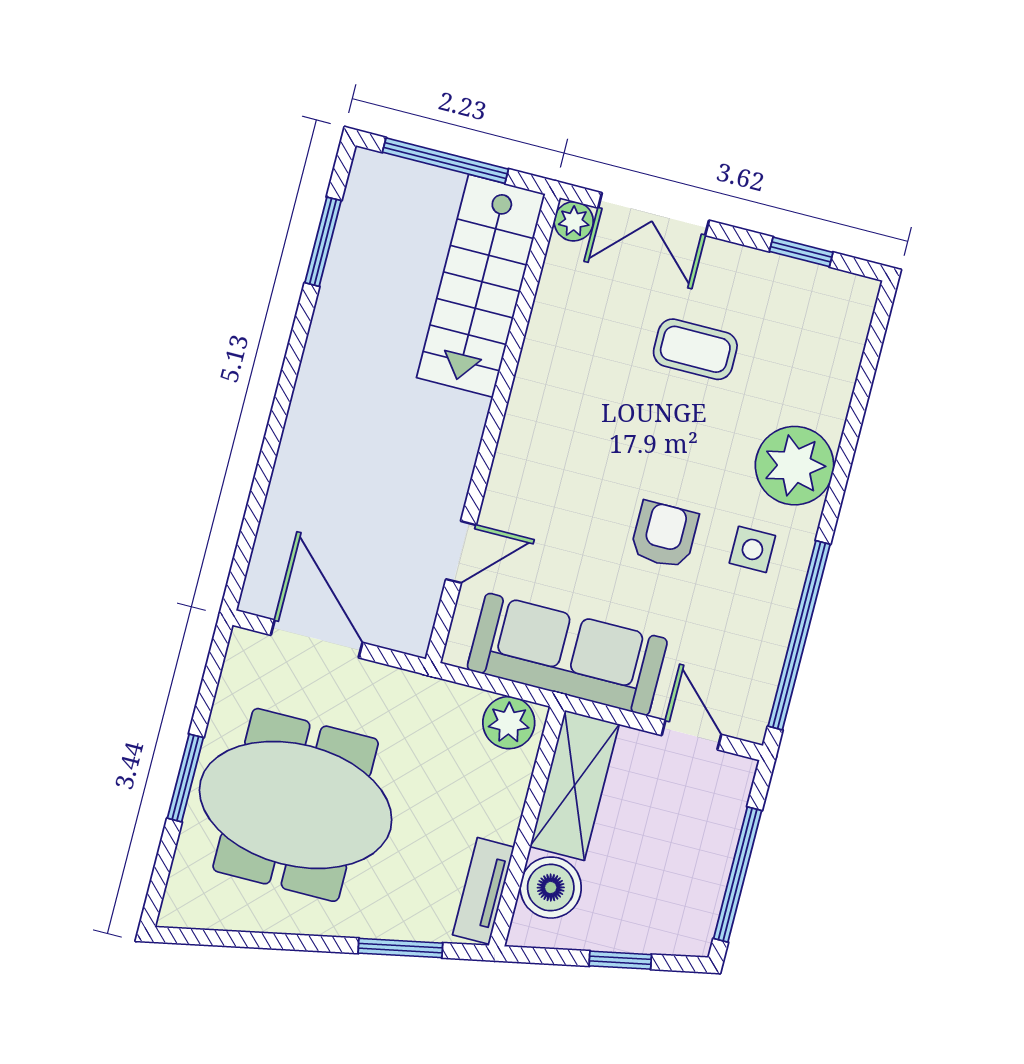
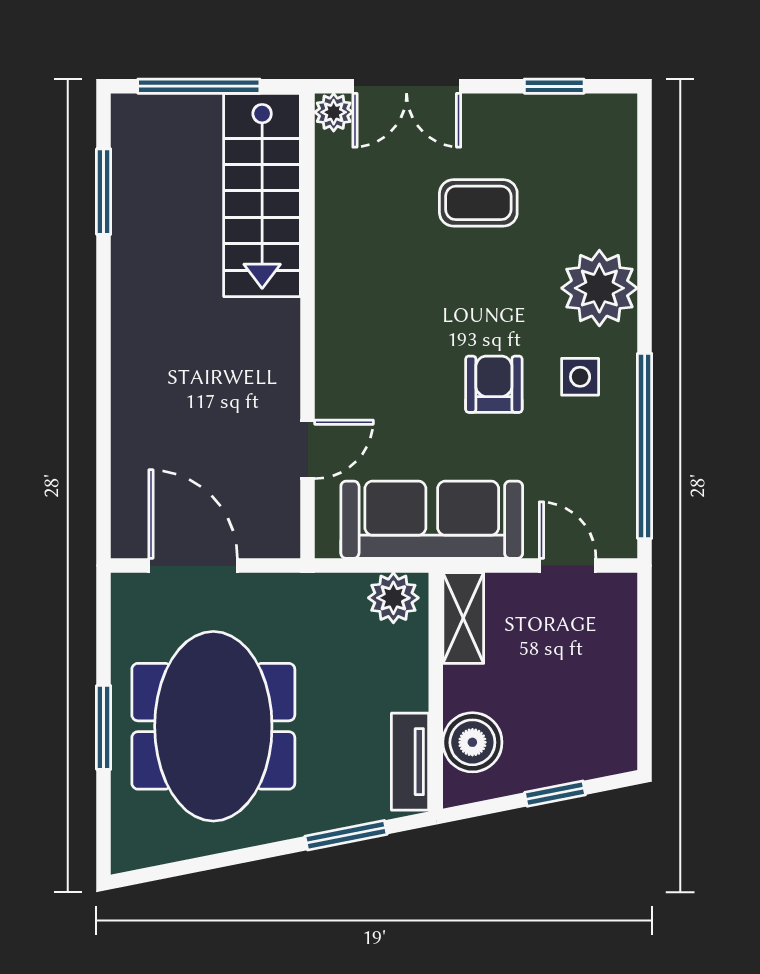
shelving: (574, 785) -> (463, 618), width x0.67, depth x0.75
meeting table: (296, 805) -> (213, 726), turned 90
window: (738, 874) -> (645, 685), removed

